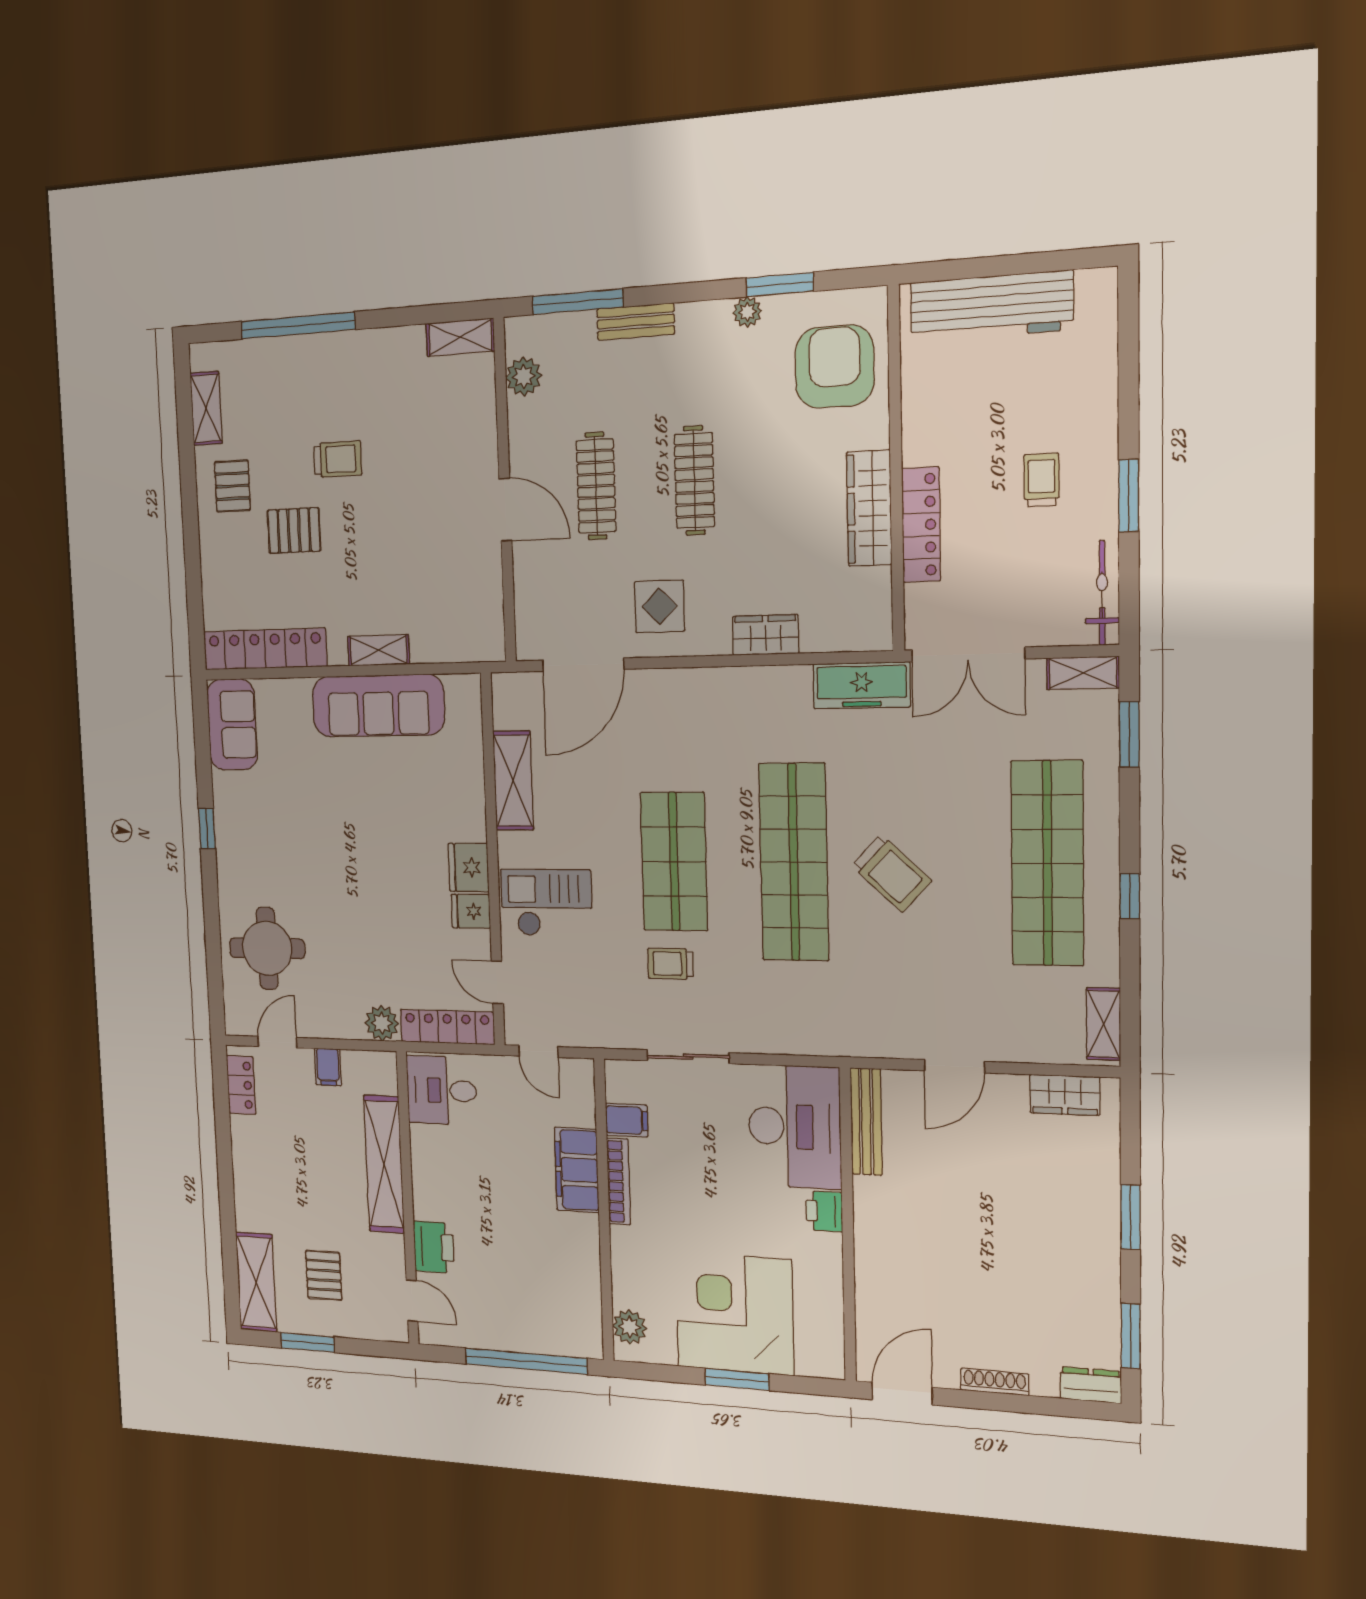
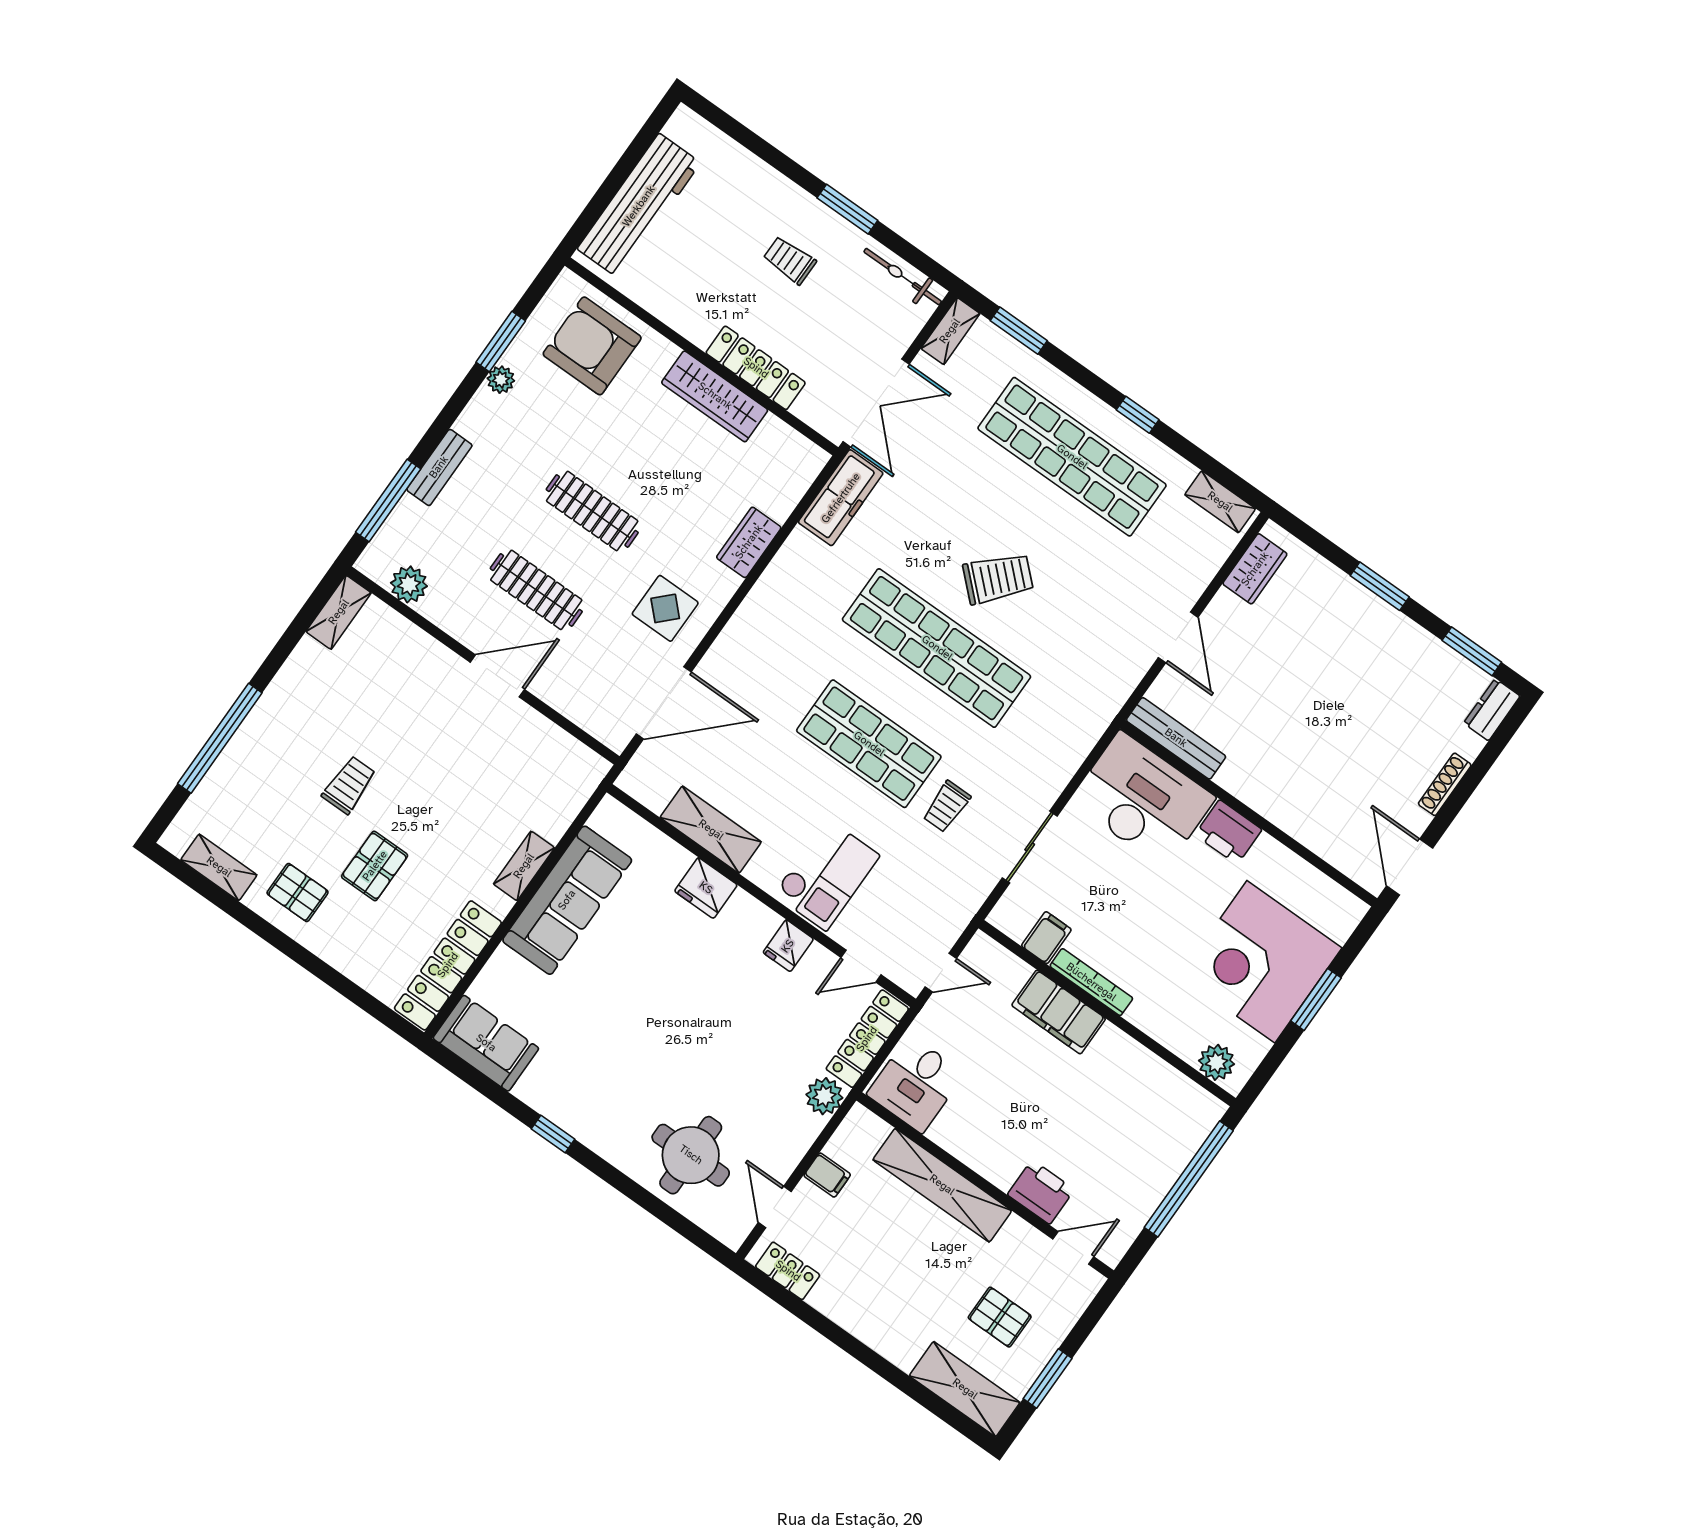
door: (583, 665) -> (664, 703), hinge flipped
fridge: (469, 868) -> (706, 888), moved
checkout: (546, 903) -> (827, 875), turned 180
printer: (824, 1211) -> (1228, 832), width x1.36, depth x1.24

